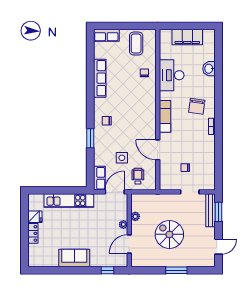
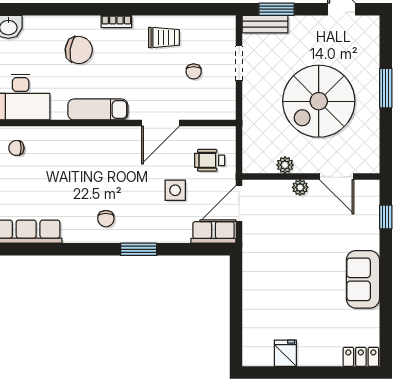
trolley: (203, 152) -> (164, 37), added
door: (115, 192) -> (239, 204), hinge flipped
kitchen unit: (69, 200) -> (255, 289), removed
bench: (211, 210) -> (265, 24), width x0.73
locker: (33, 233) -> (361, 357), moved
spiral stairs: (169, 234) -> (319, 101), width x1.37, depth x1.37

